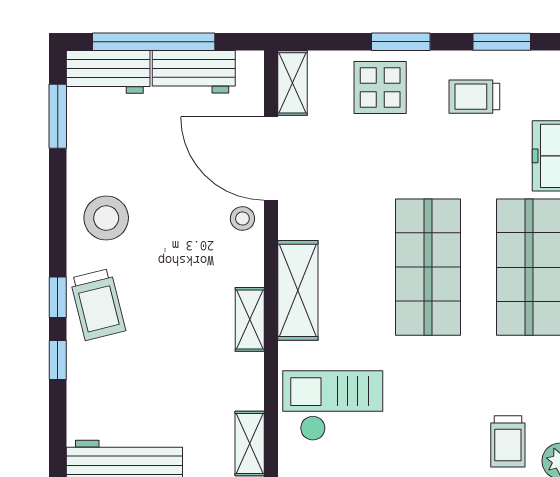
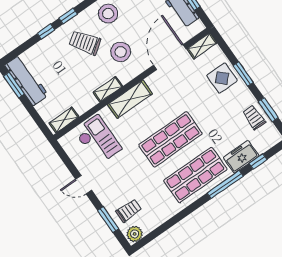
trolley: (474, 97) -> (254, 117), moved
stool: (242, 219) -> (121, 52), moved, width x1.89, depth x1.89
trolley: (98, 304) -> (85, 43), moved, turned 69
trolley: (508, 441) -> (129, 211), turned 180

